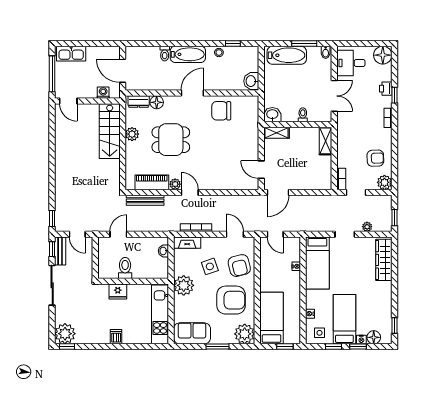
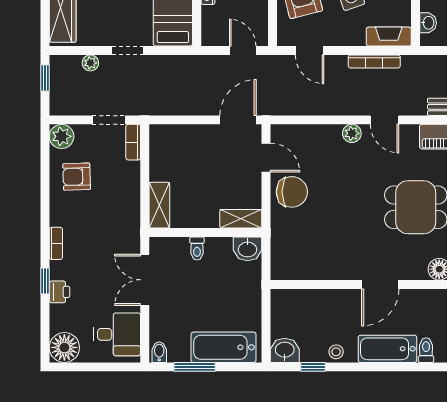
washbasin: (251, 81) -> (285, 350), moved, turned -90
chair: (221, 111) -> (292, 192), moved
plant: (175, 184) -> (352, 133), moved

